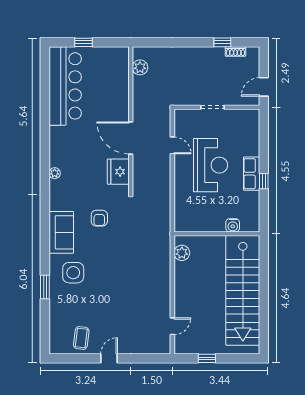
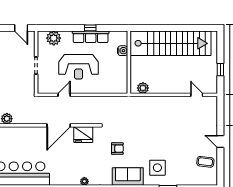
plant: (250, 131) -> (54, 38), added
reception desk: (211, 165) -> (79, 67), turned 180
row of seats: (252, 174) -> (91, 37), width x1.48

